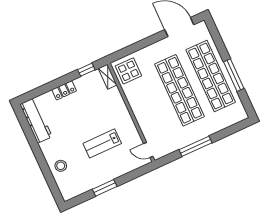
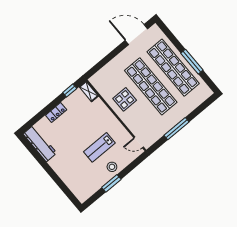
display table: (128, 71) -> (125, 99), moved
stool: (61, 166) -> (112, 167), moved

